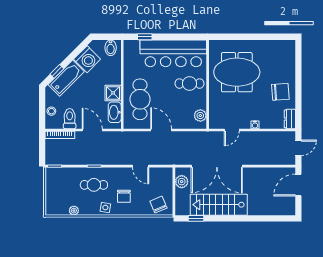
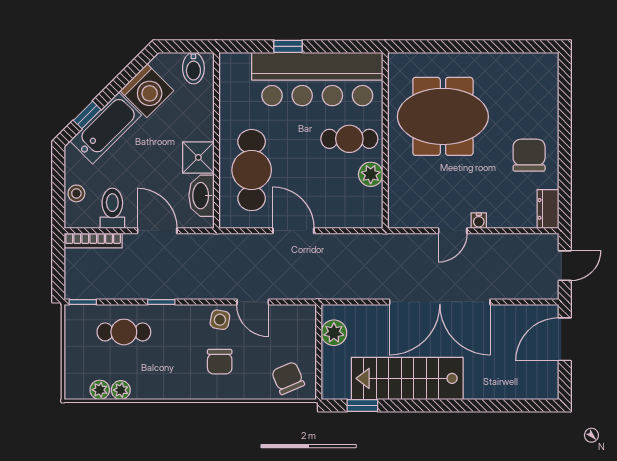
window: (145, 37) -> (288, 46), moved
chair: (280, 92) -> (529, 155), turned -86
plant: (200, 116) -> (371, 174), moved
door: (232, 130) -> (453, 231), moved
double door: (217, 166) -> (440, 302), moved
cafe table: (94, 185) -> (124, 332), moved
side table: (105, 208) -> (220, 320), moved
plant: (63, 210) -> (100, 390), added

